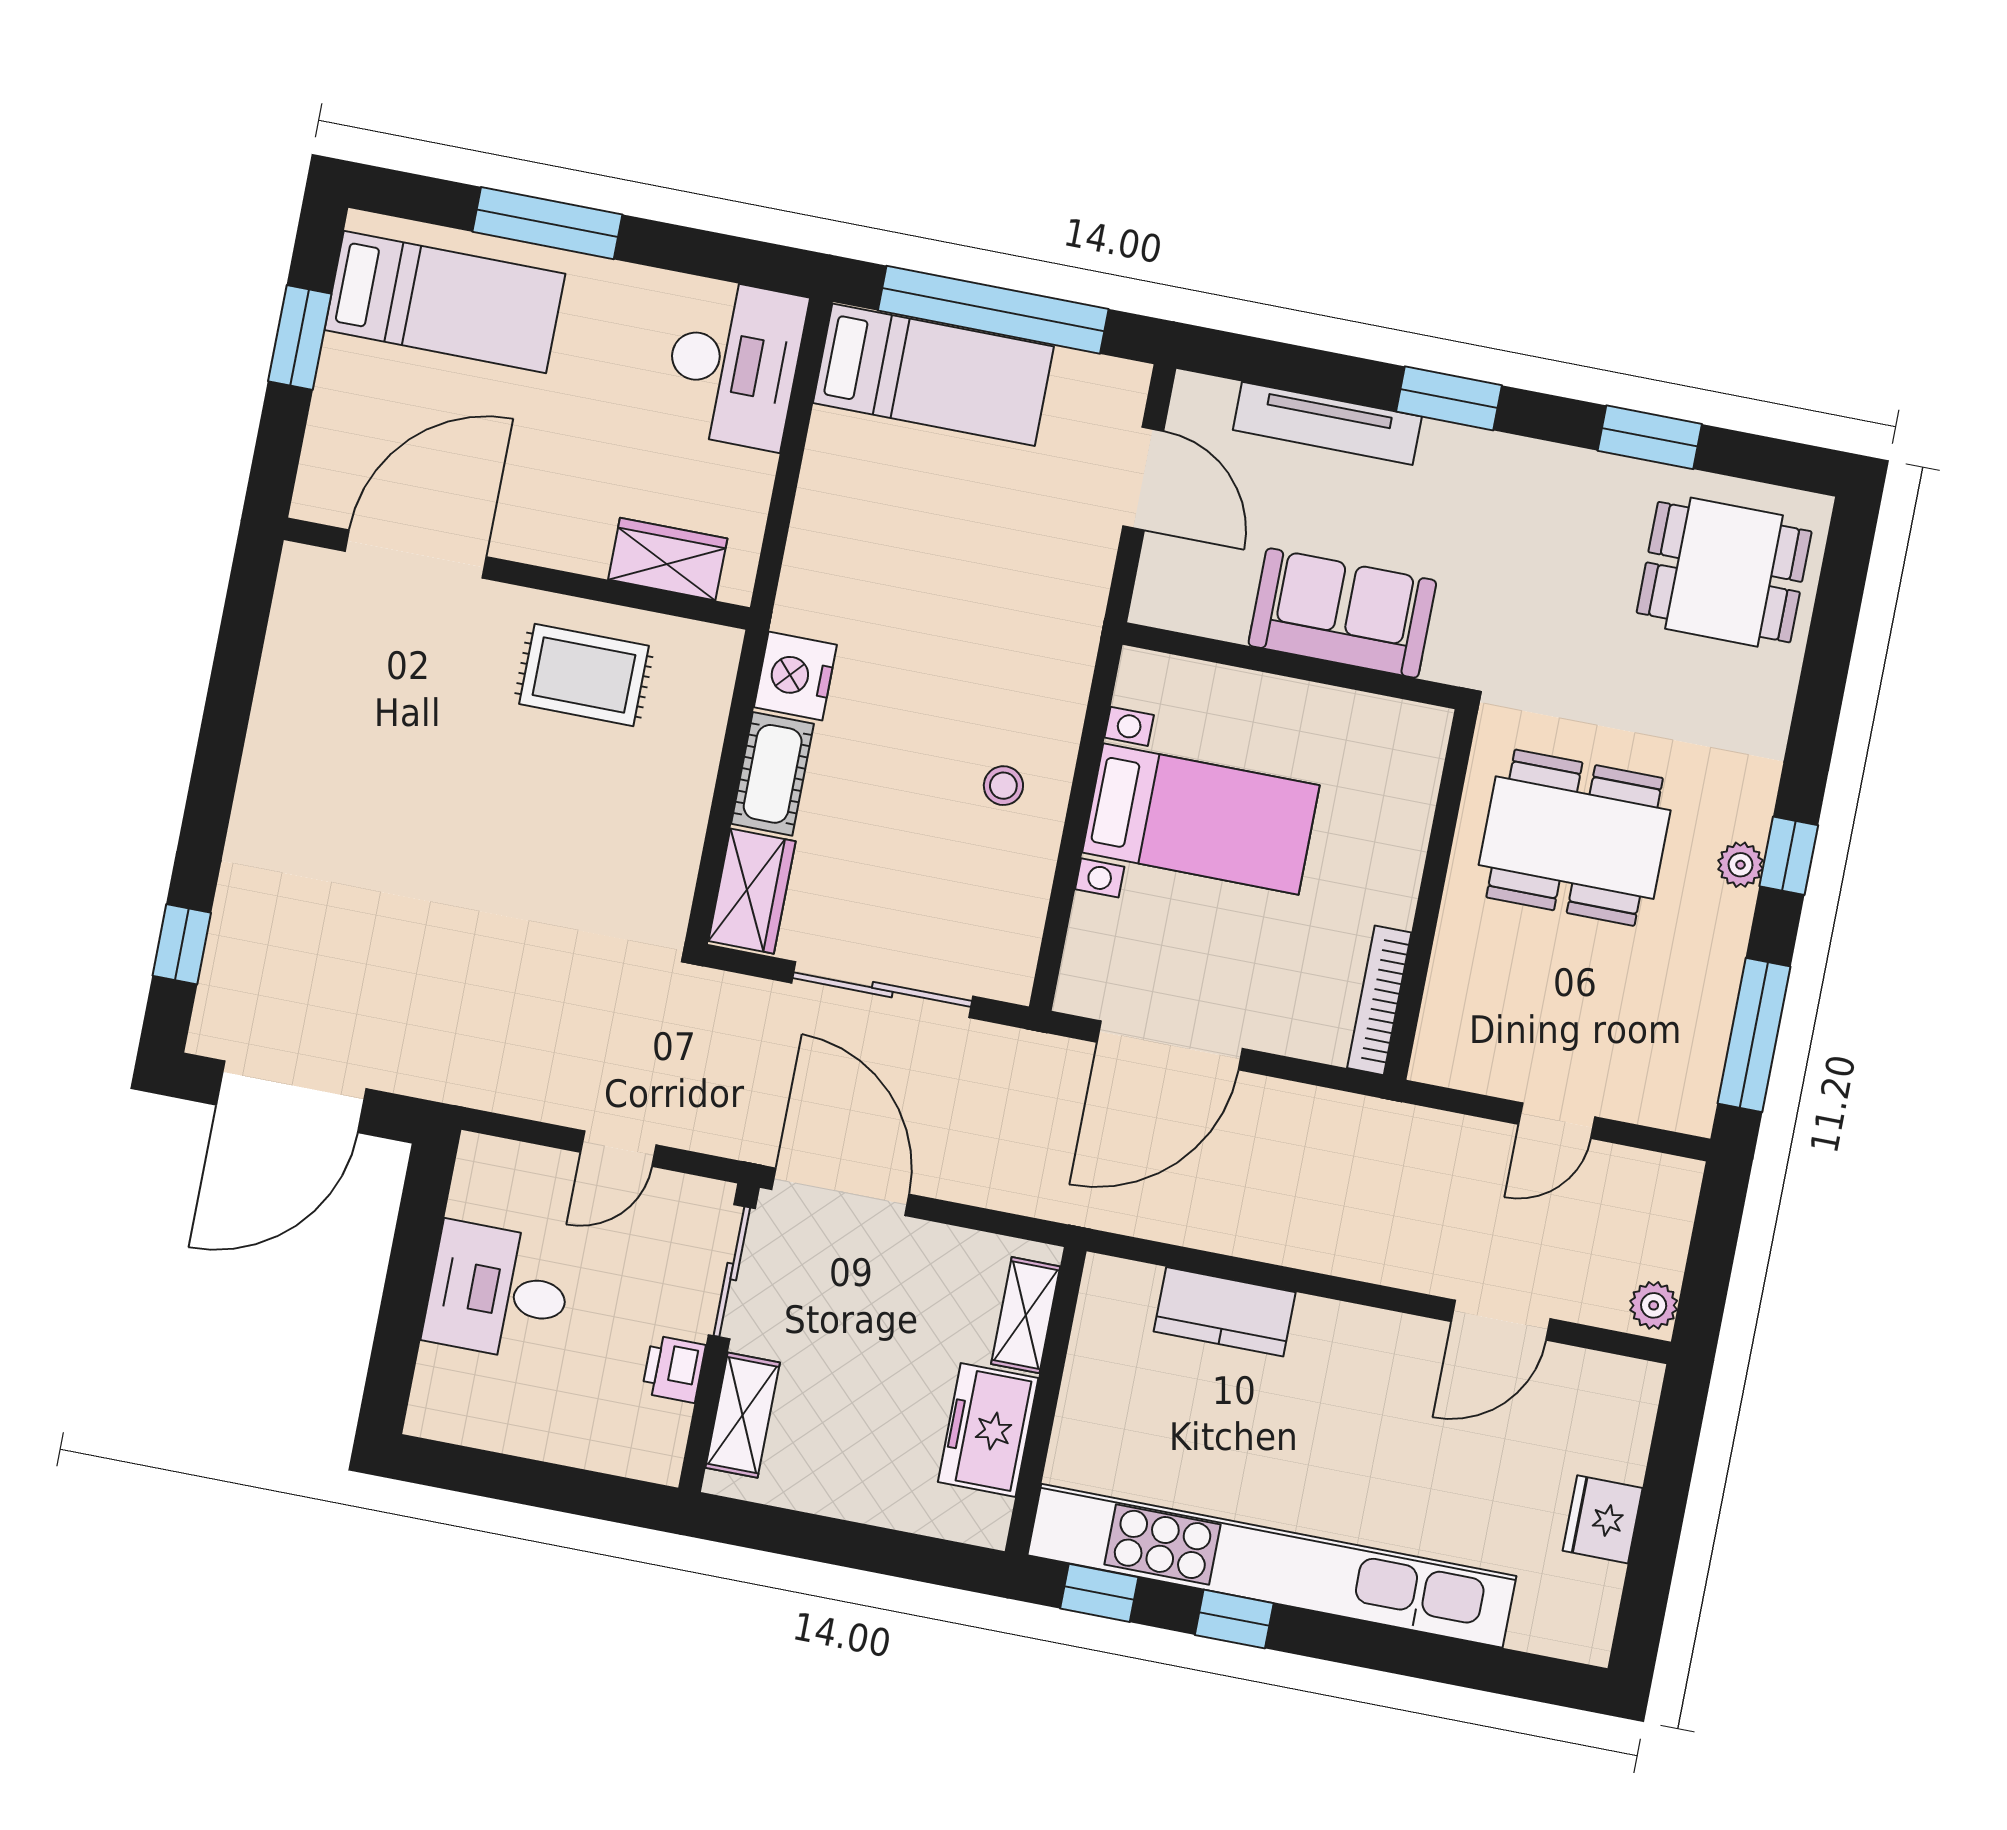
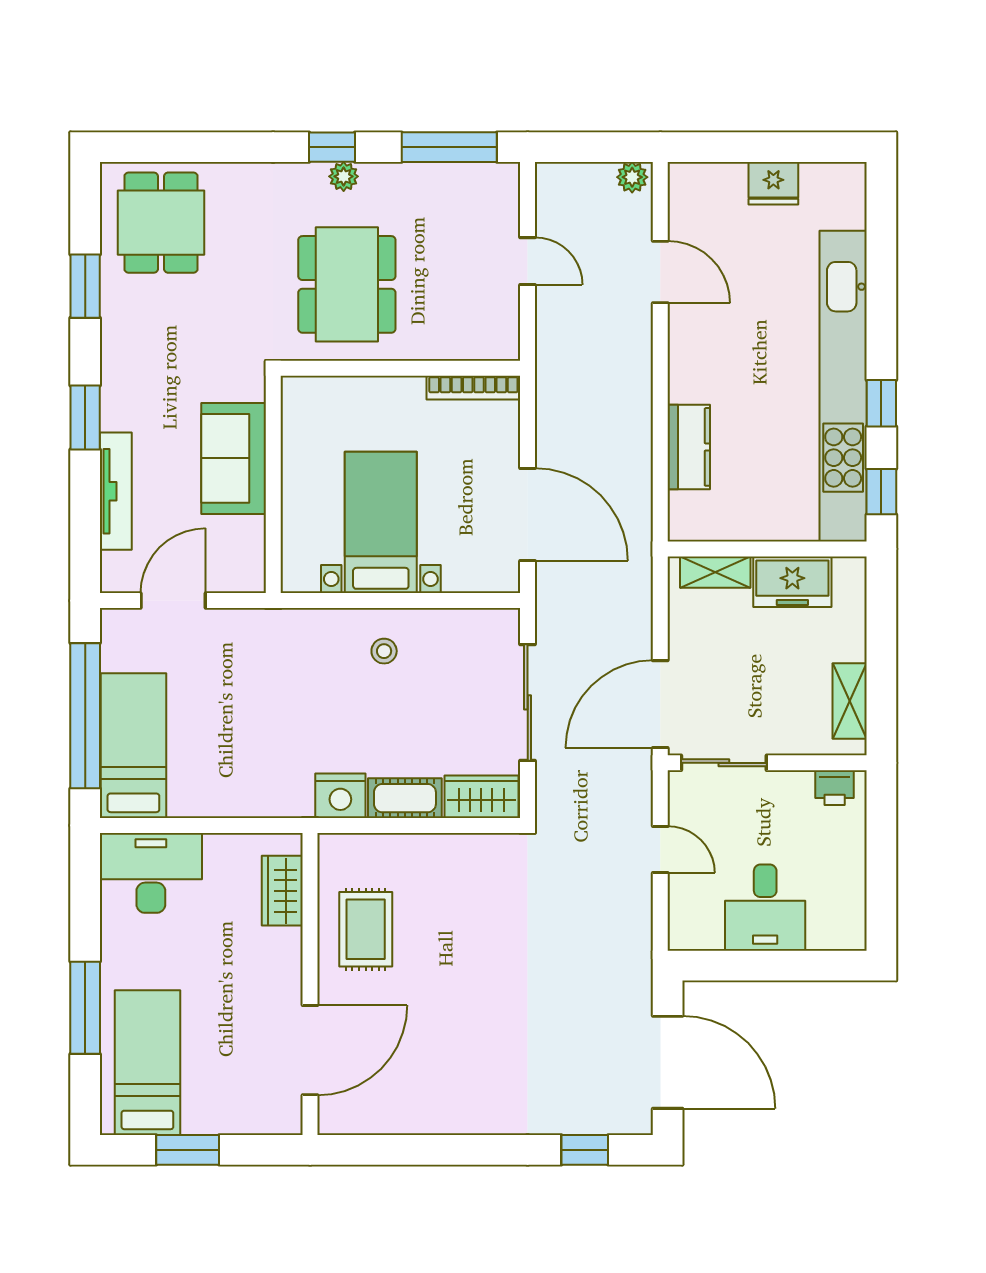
door: (416, 554) -> (310, 1050), swing flipped
printer: (674, 1369) -> (835, 788), moved
shelving: (743, 1415) -> (850, 701), moved, turned 90

